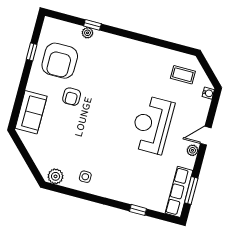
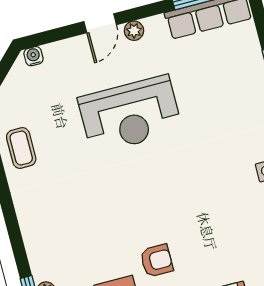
coffee table: (183, 75) -> (21, 148), moved
door: (206, 136) -> (100, 23), hinge flipped

